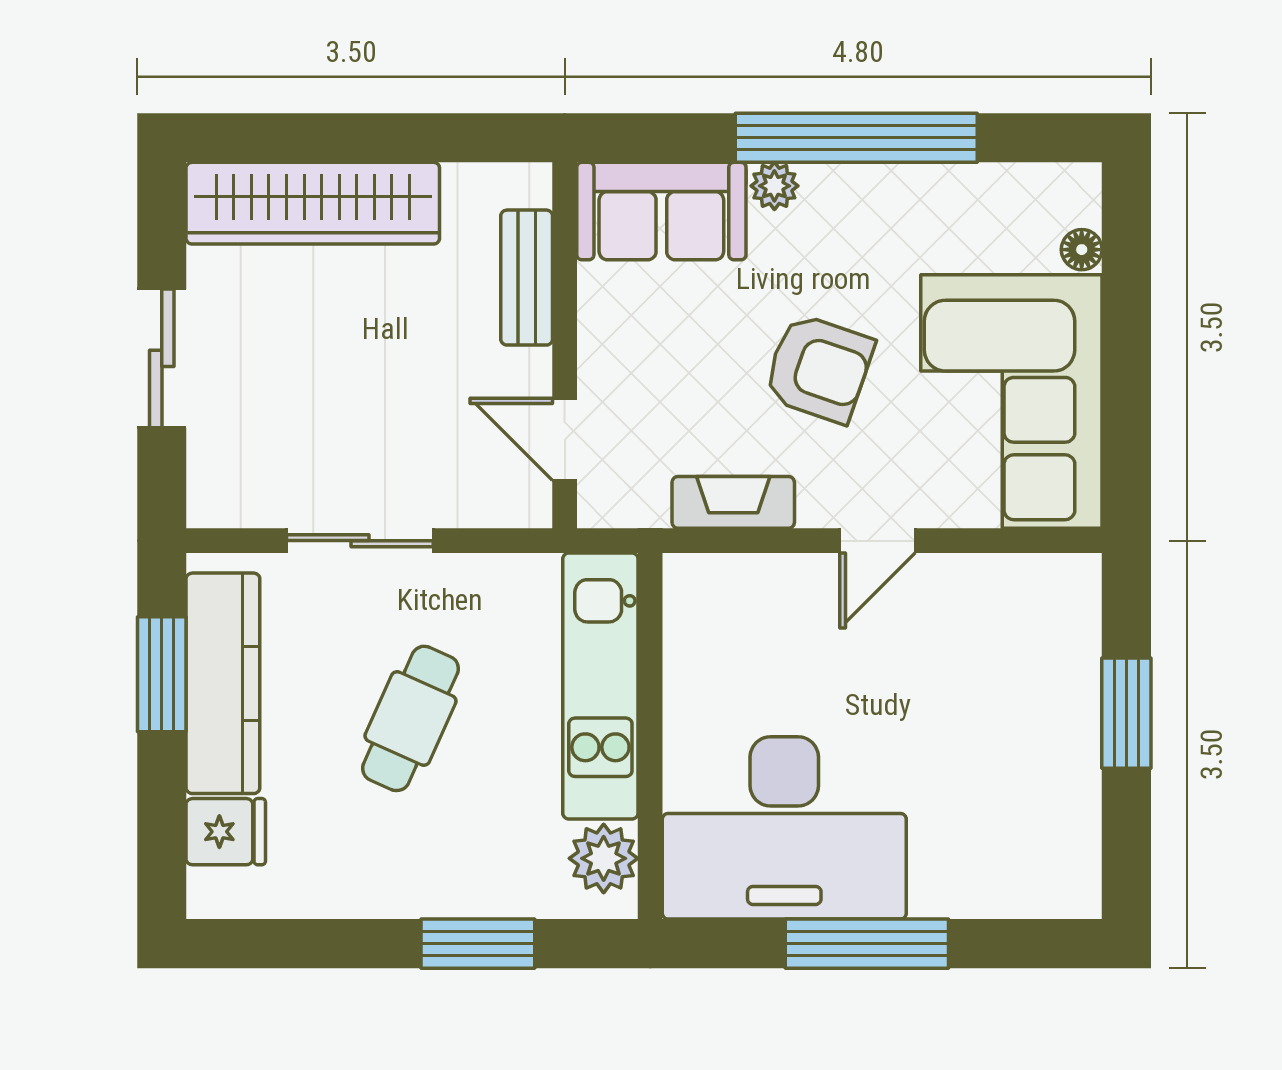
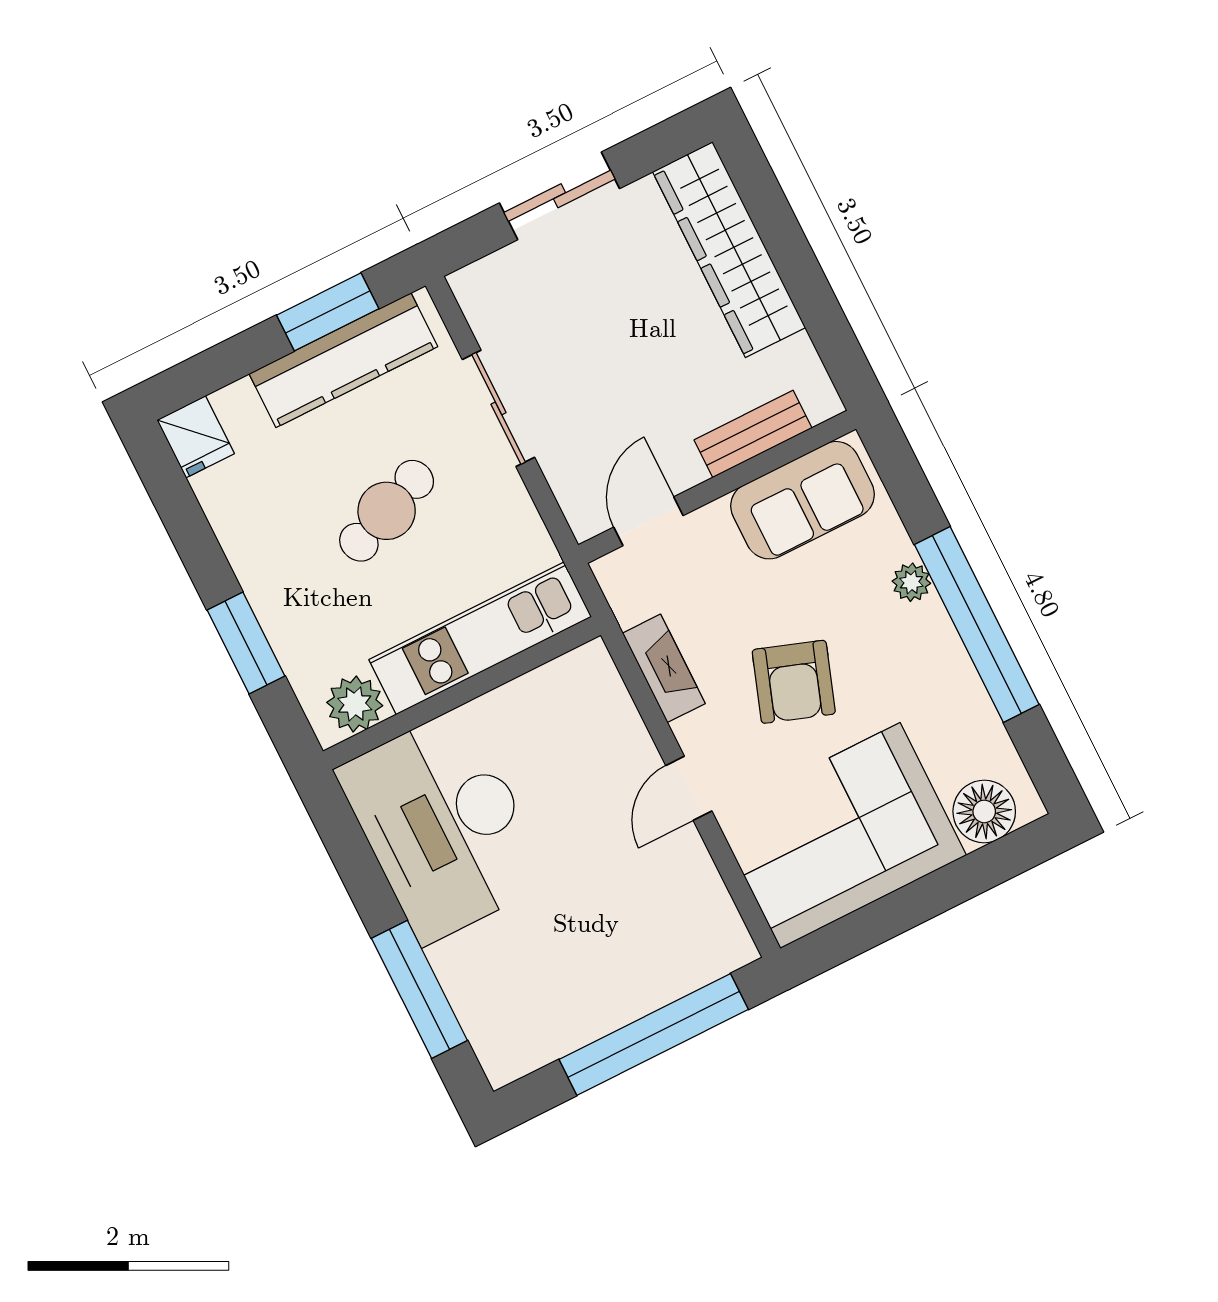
sofa: (661, 211) -> (802, 500), moved, turned -90
floor lamp: (1082, 250) -> (984, 811), width x1.89, depth x1.89
door: (877, 541) -> (689, 788), hinge flipped
window: (1126, 713) -> (654, 1034), width x2.11
cafe table: (410, 718) -> (387, 511), turned -46
fridge: (226, 832) -> (196, 437), moved
window: (867, 944) -> (419, 989), moved

